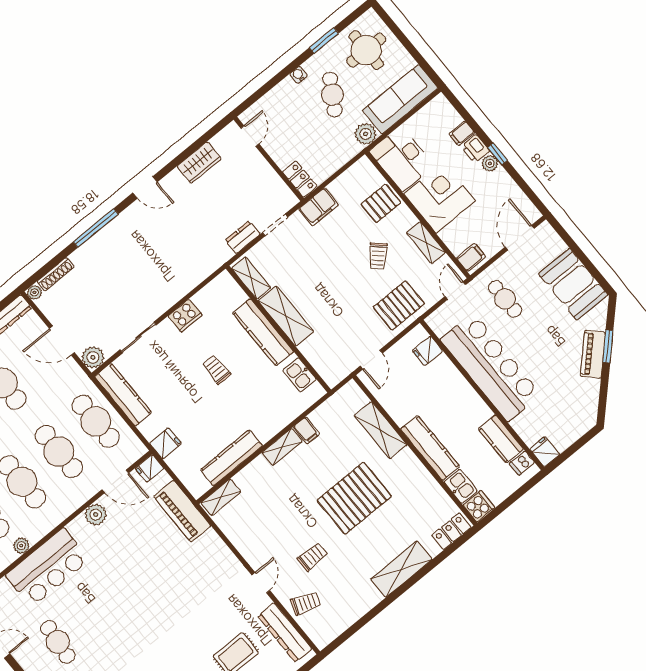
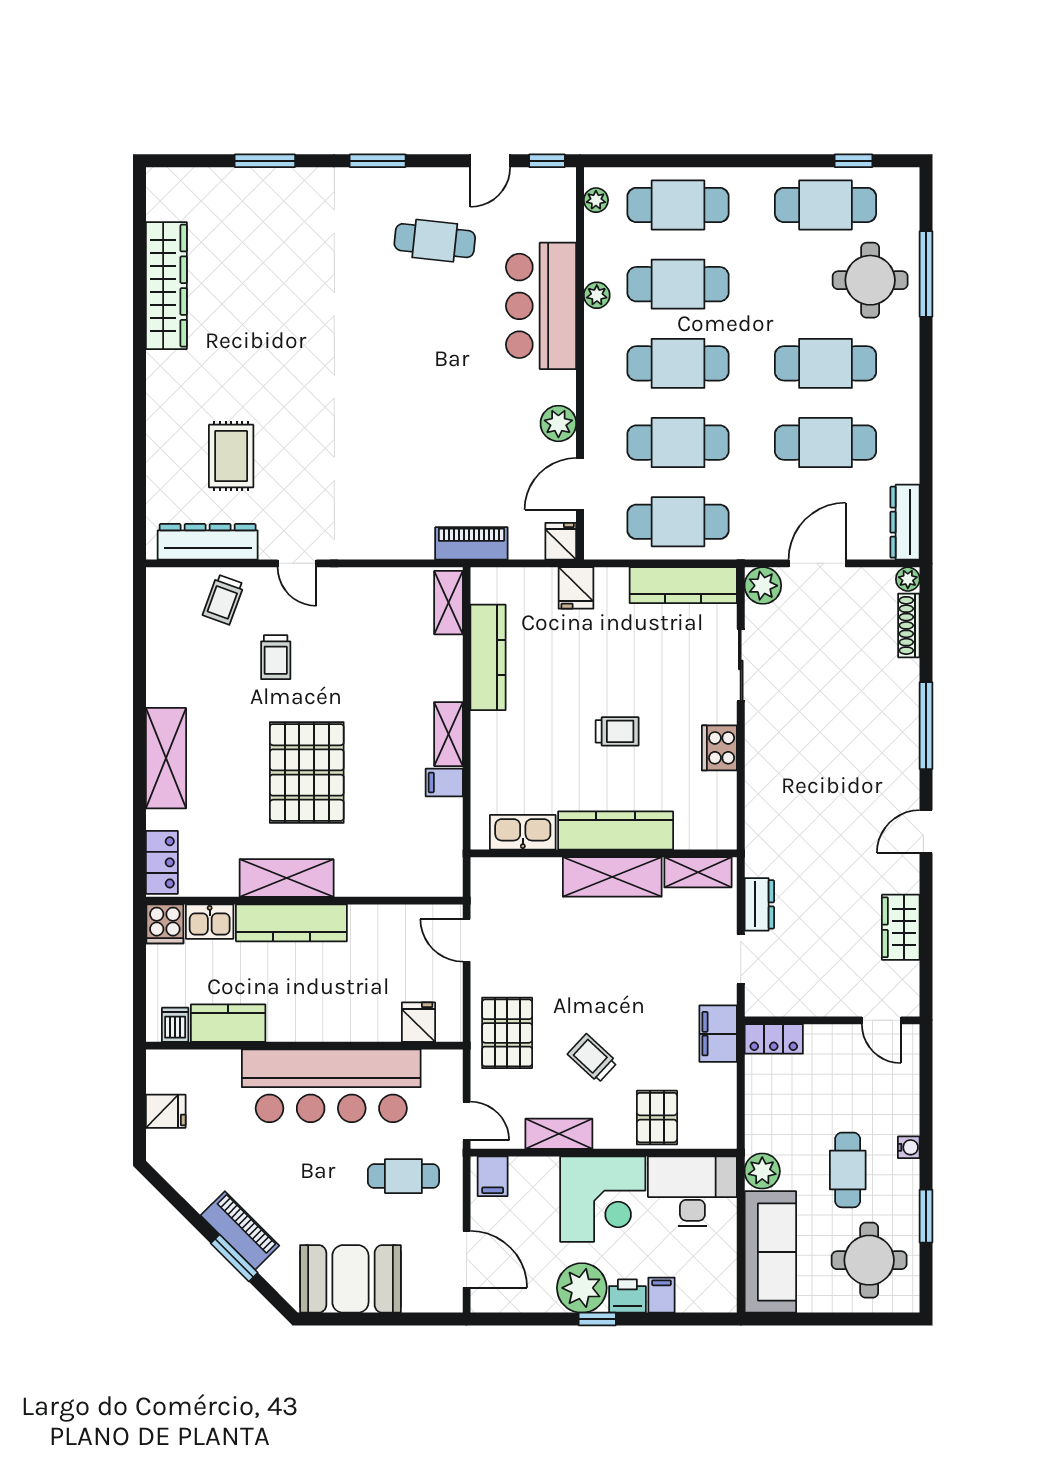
cafe table: (332, 95) -> (848, 1170), turned 59
plant: (490, 163) -> (582, 1288), width x1.87, depth x1.87
kitchen sink: (299, 375) -> (523, 832), width x1.38
shelving: (381, 430) -> (287, 878), moved
fridge: (545, 452) -> (166, 1111), moved
piano: (182, 511) -> (471, 543), width x0.73, depth x0.75

